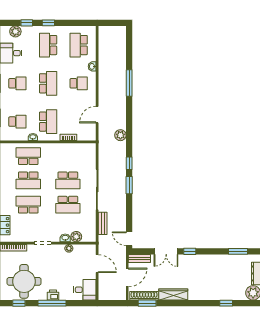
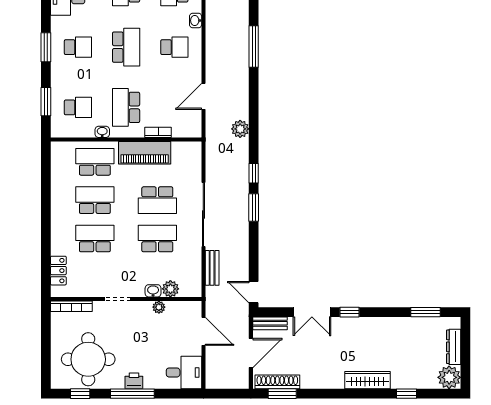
school desk: (48, 122) -> (126, 107), turned 180
piano: (60, 150) -> (145, 153), added
school desk: (28, 180) -> (95, 200), turned 180
school desk: (68, 205) -> (157, 238), turned 180
wardrobe: (173, 295) -> (367, 380), moved

